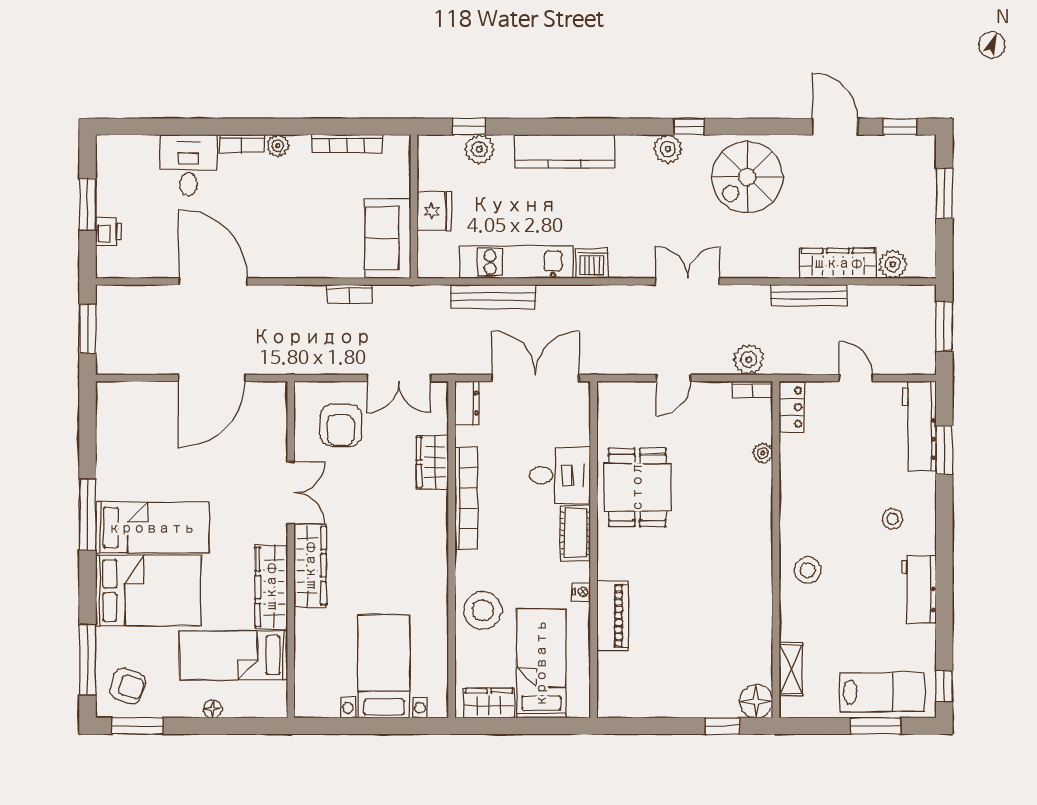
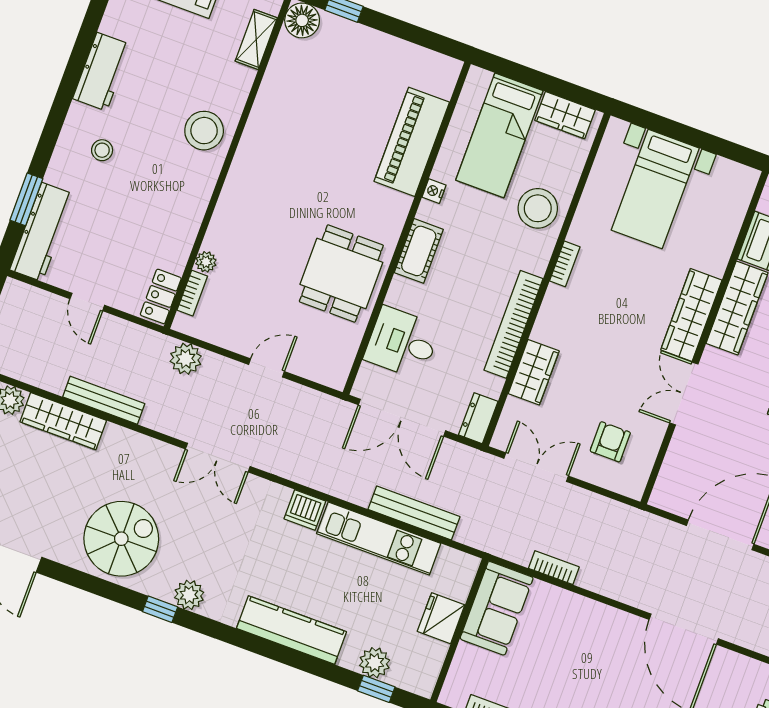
bookcase: (752, 389) -> (192, 293), moved, turned 90
armchair: (341, 425) -> (610, 442), width x0.72, depth x0.72
desk: (560, 475) -> (402, 343), moved
bookcase: (440, 570) -> (565, 264), added
stool: (808, 570) -> (204, 131), width x1.38, depth x1.38
piano: (613, 616) -> (412, 142), width x1.37, depth x1.33

